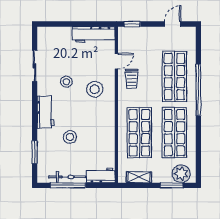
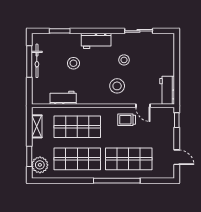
workbench: (94, 35) -> (167, 90), width x0.73
workbench: (101, 175) -> (63, 98), moved, turned -90

